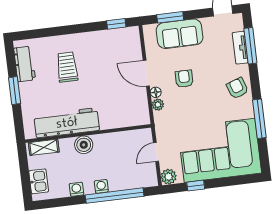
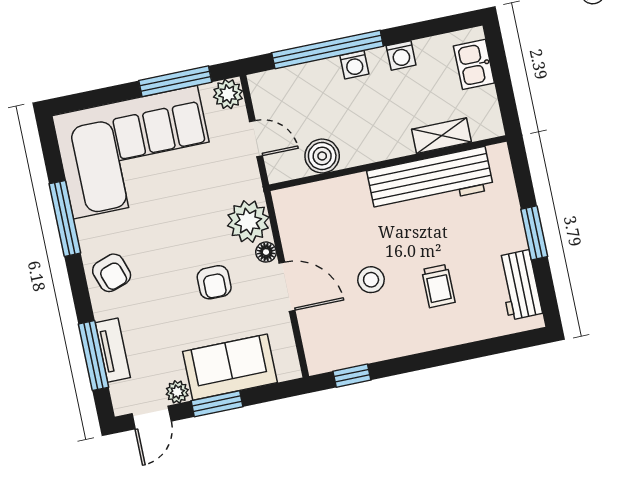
window: (170, 17) -> (217, 404), moved
plant: (208, 23) -> (177, 392), added
trolley: (67, 67) -> (438, 286), width x0.73, depth x0.72
stool: (102, 73) -> (371, 280), added
plant: (158, 105) -> (248, 221), width x1.87, depth x1.87
boiler: (84, 145) -> (322, 156), moved
shelving: (44, 147) -> (441, 136), moved
door: (156, 152) -> (256, 139), hinge flipped
window: (196, 186) -> (175, 81), width x2.17

